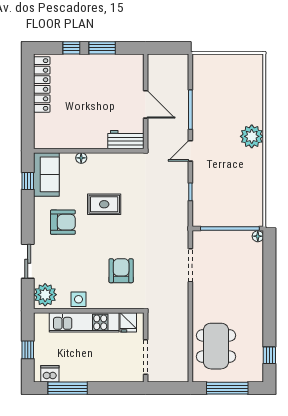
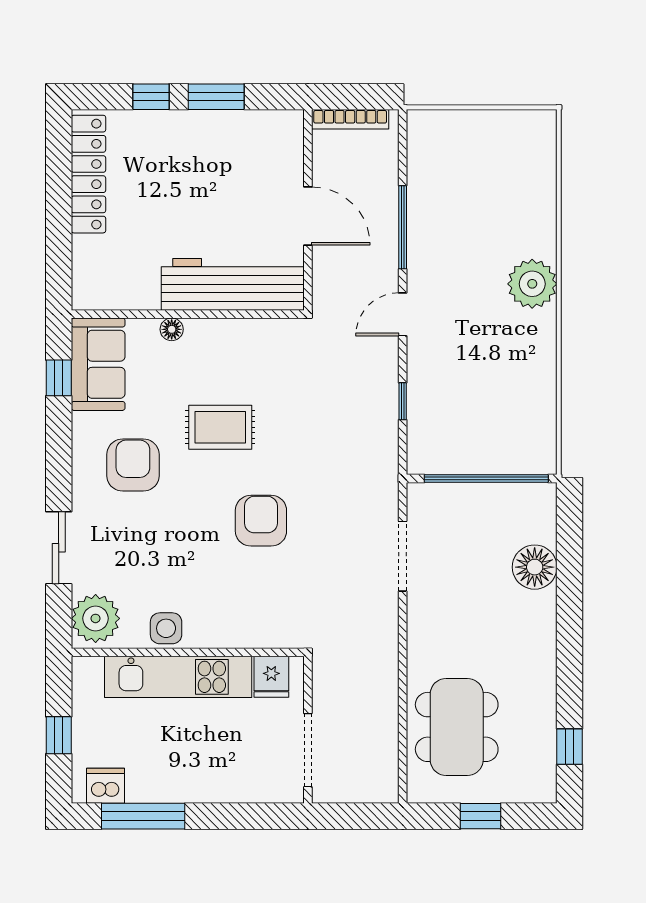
bookcase: (166, 59) -> (350, 119), added
workbench: (126, 140) -> (233, 284), width x1.88, depth x1.32
armchair: (63, 222) -> (133, 465), turned -90
floor lamp: (258, 236) -> (535, 567), moved, width x1.89, depth x1.89
armchair: (121, 271) -> (261, 521), moved
window: (227, 388) -> (480, 816), width x0.46

